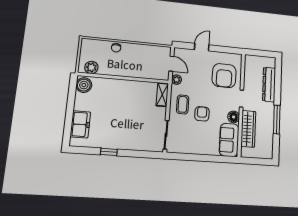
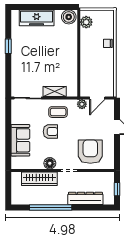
window: (261, 53) -> (117, 189), added
armchair: (224, 76) -> (90, 152), turned 89
shelving: (162, 95) -> (55, 92), moved
window: (277, 120) -> (51, 208), width x1.46
freezer: (80, 124) -> (37, 18), width x1.40
sofa: (229, 140) -> (20, 140), moved, turned 90

